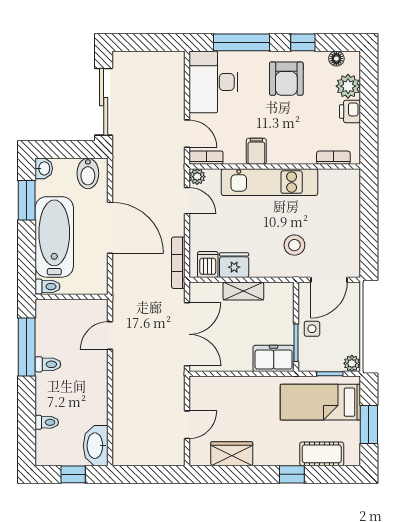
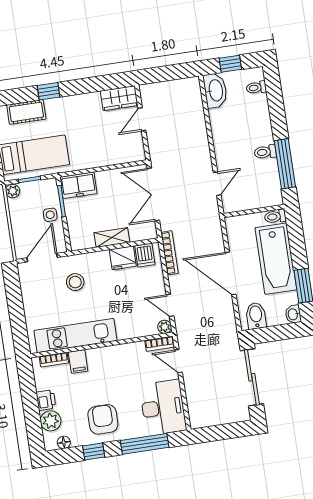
filing cabinet: (256, 151) -> (78, 361), moved
kitchen unit: (270, 182) -> (75, 336), moved
toilet: (47, 422) -> (256, 88), moved
wardrobe: (232, 454) -> (119, 98), moved

